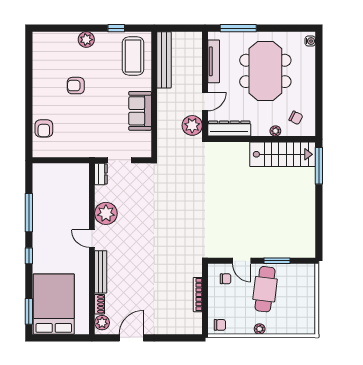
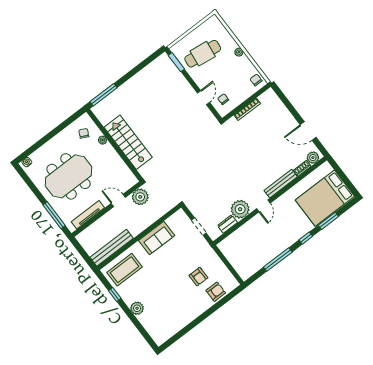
armchair: (76, 86) -> (198, 277), moved
dresser: (229, 129) -> (124, 171), removed
stairs: (283, 154) -> (128, 142), moved
dresser: (101, 174) -> (228, 224), moved
window: (277, 261) -> (176, 62), moved
cafe table: (265, 289) -> (203, 54), moved
window: (29, 311) -> (328, 221), moved

